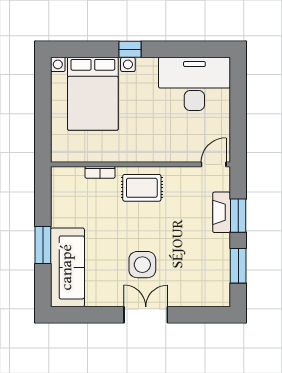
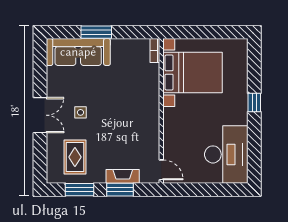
bed with nightstands: (93, 94) -> (192, 72), moved, turned 180
bookcase: (100, 172) -> (155, 50), moved
rug: (142, 188) -> (75, 157), moved
side table: (142, 265) -> (80, 112), width x0.54, depth x0.54

